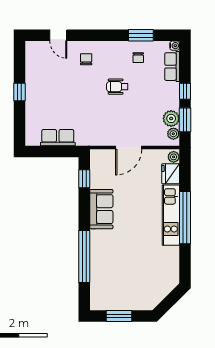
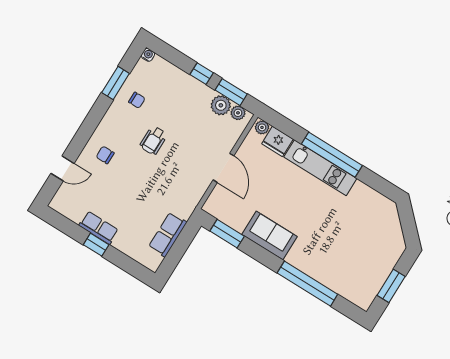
row of seats: (172, 67) -> (99, 228), moved, turned 180
window: (84, 179) -> (227, 234), width x1.50

